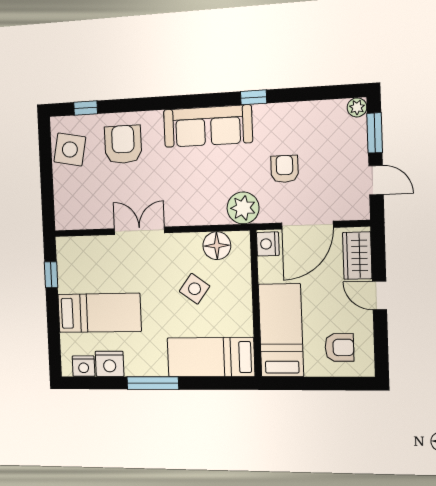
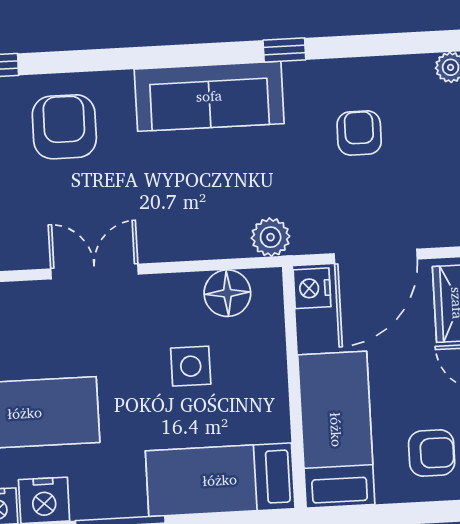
armchair: (285, 169) -> (359, 133), moved
plant: (243, 208) -> (271, 237), width x0.73, depth x0.73
side table: (195, 289) -> (191, 366), turned -36

